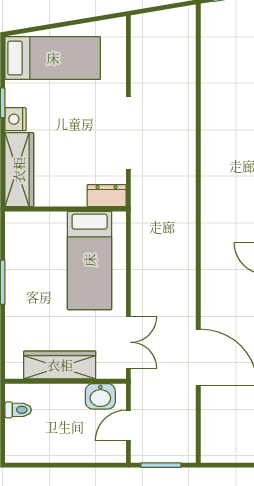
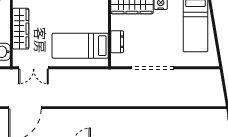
dresser: (107, 196) -> (117, 42), moved

